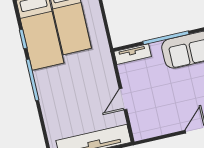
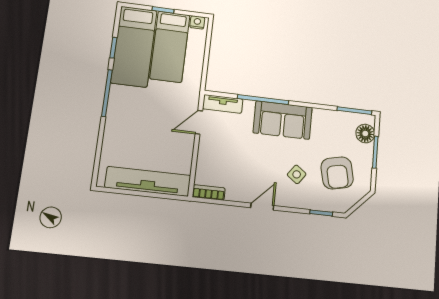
door: (123, 99) -> (199, 122), moved
bookcase: (147, 133) -> (209, 192), added

